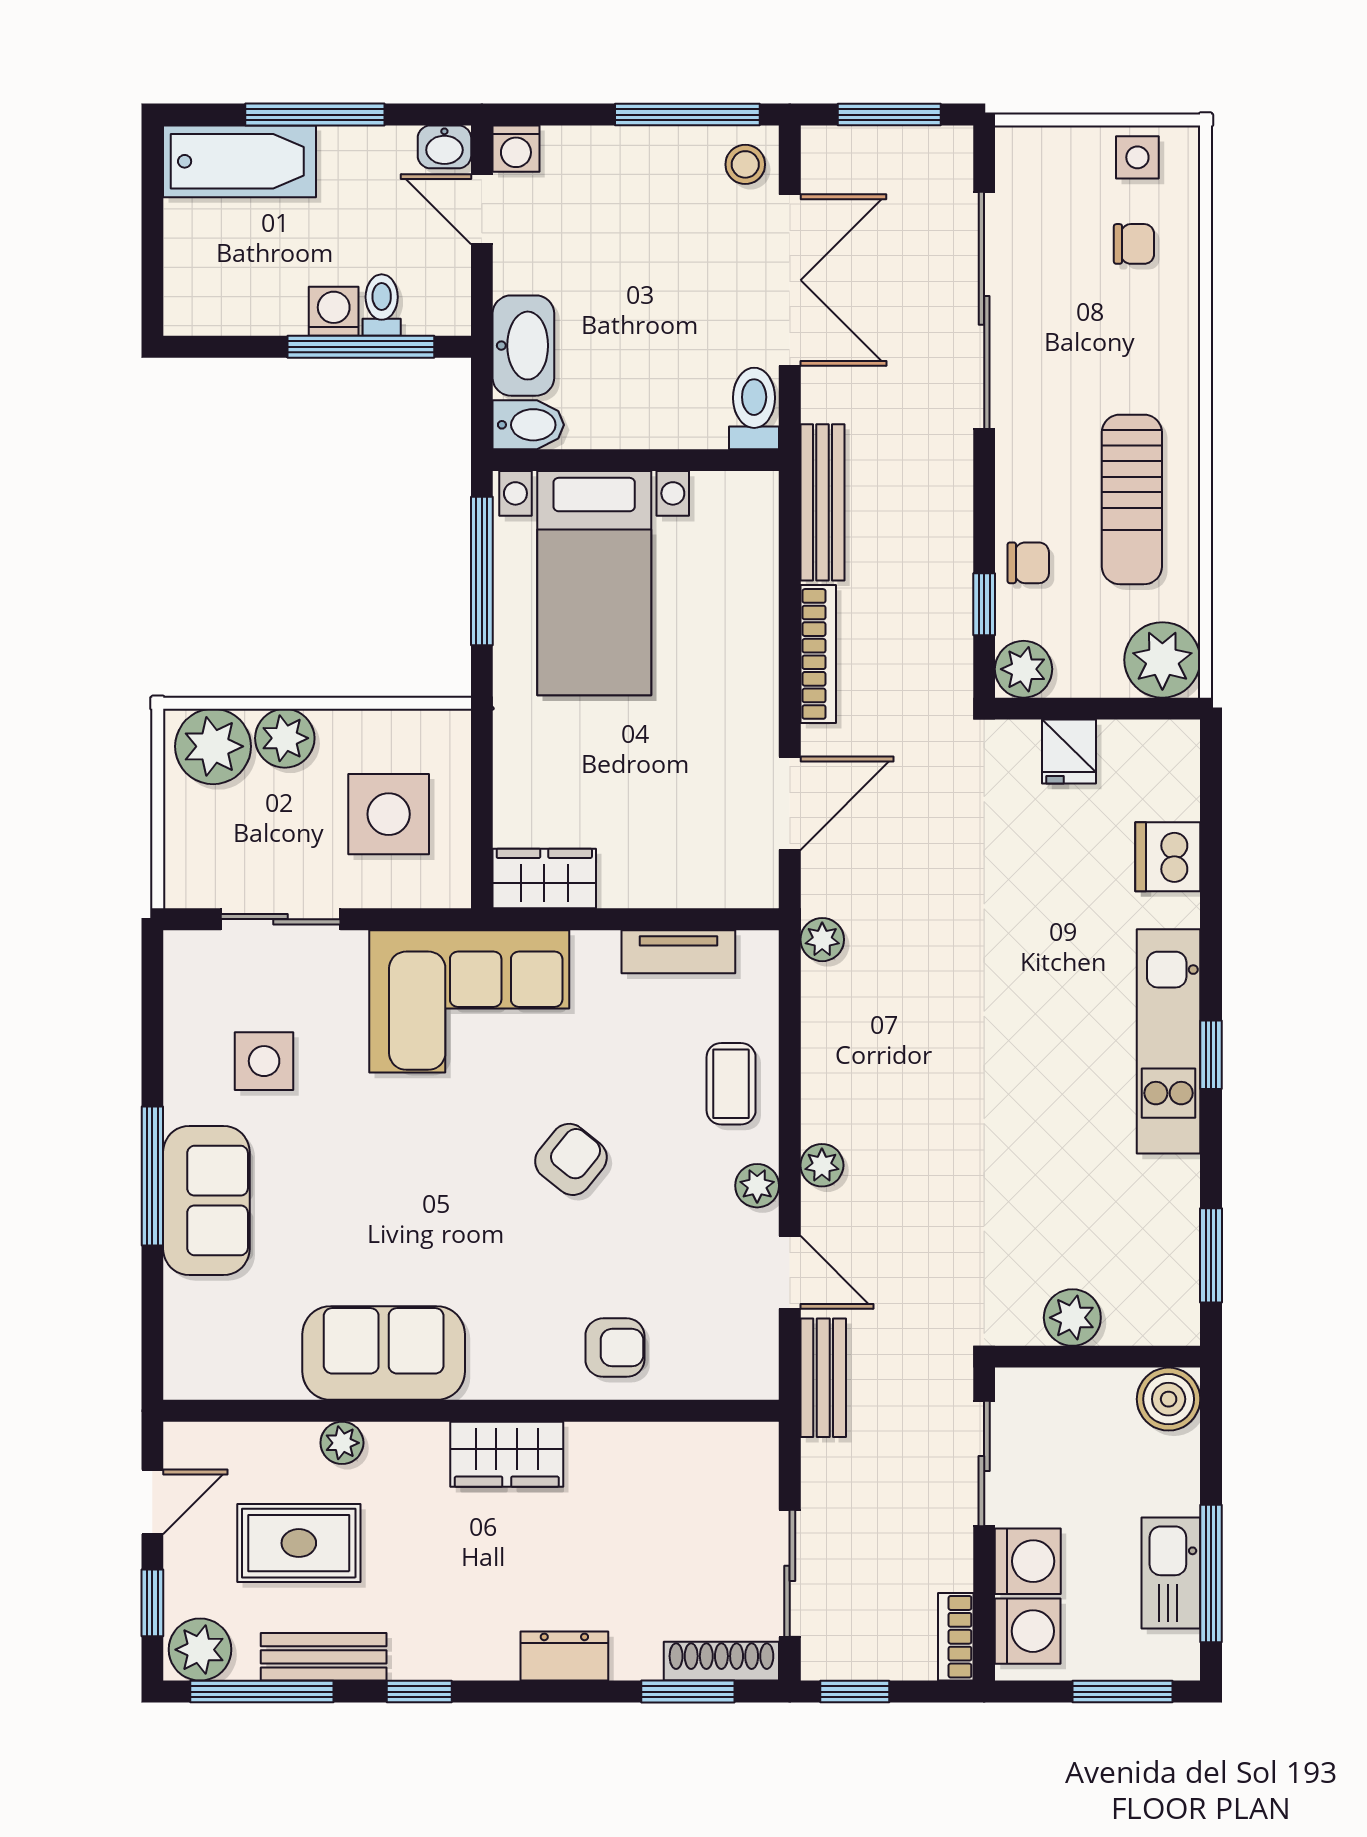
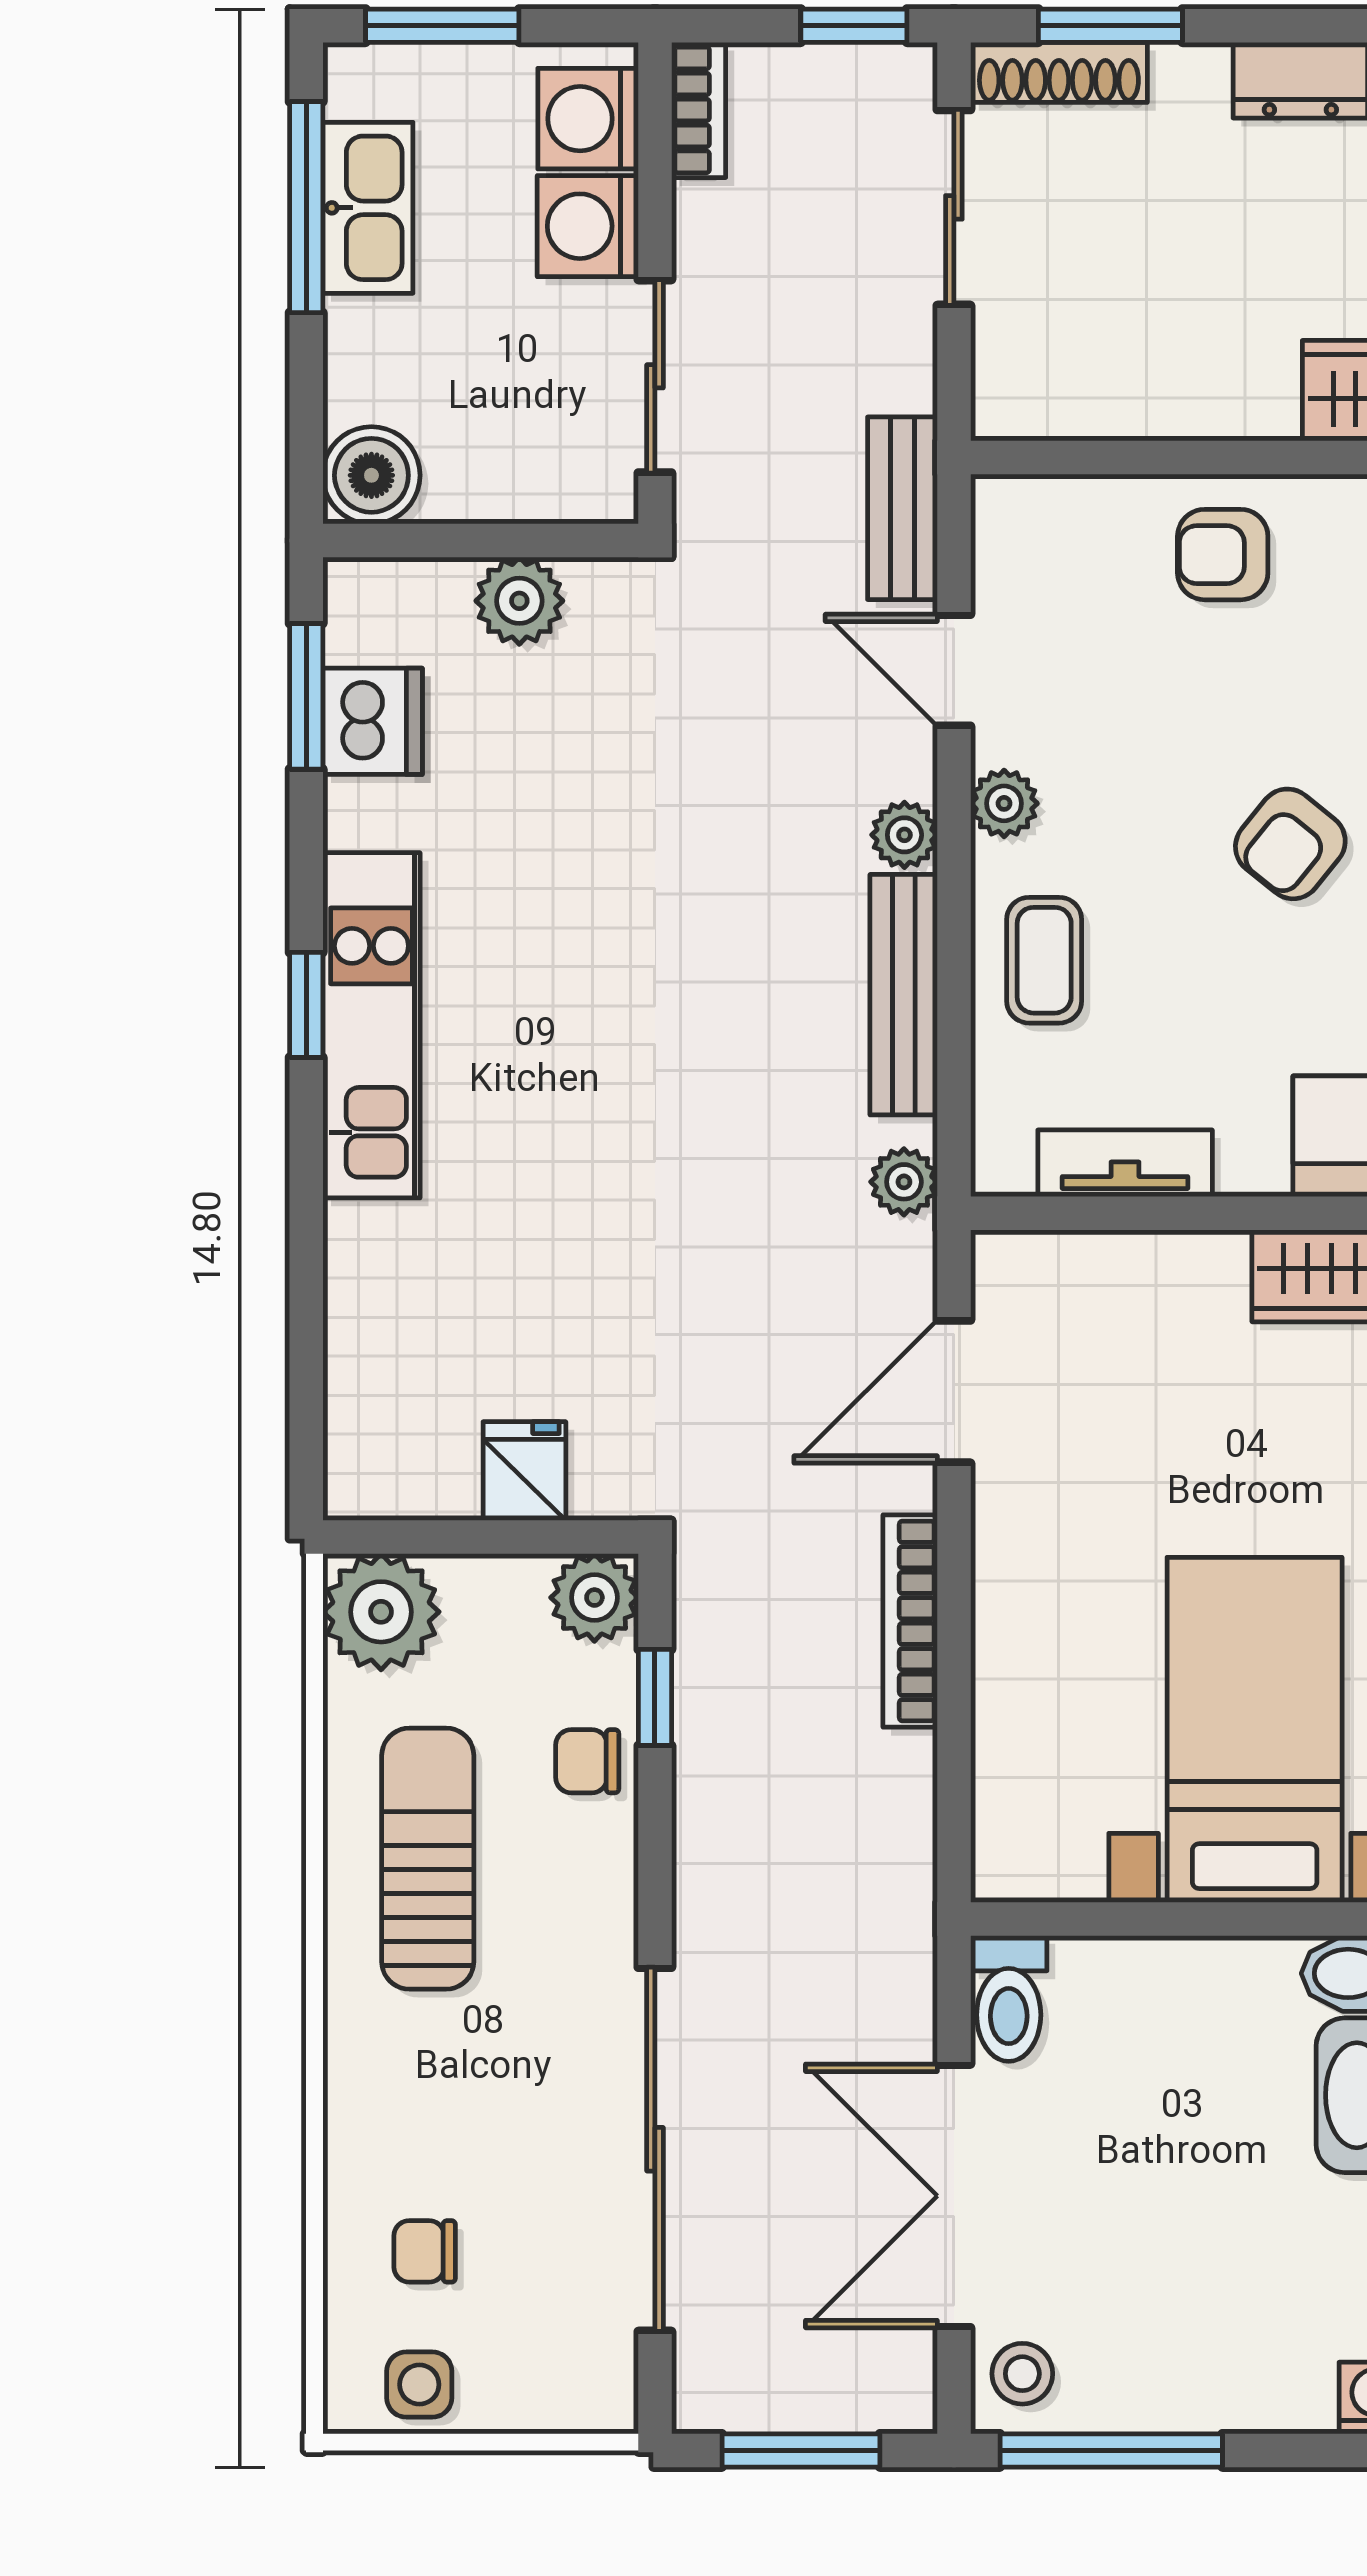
bench: (822, 502) -> (904, 995), moved
dishwasher: (1168, 857) -> (373, 721), moved

